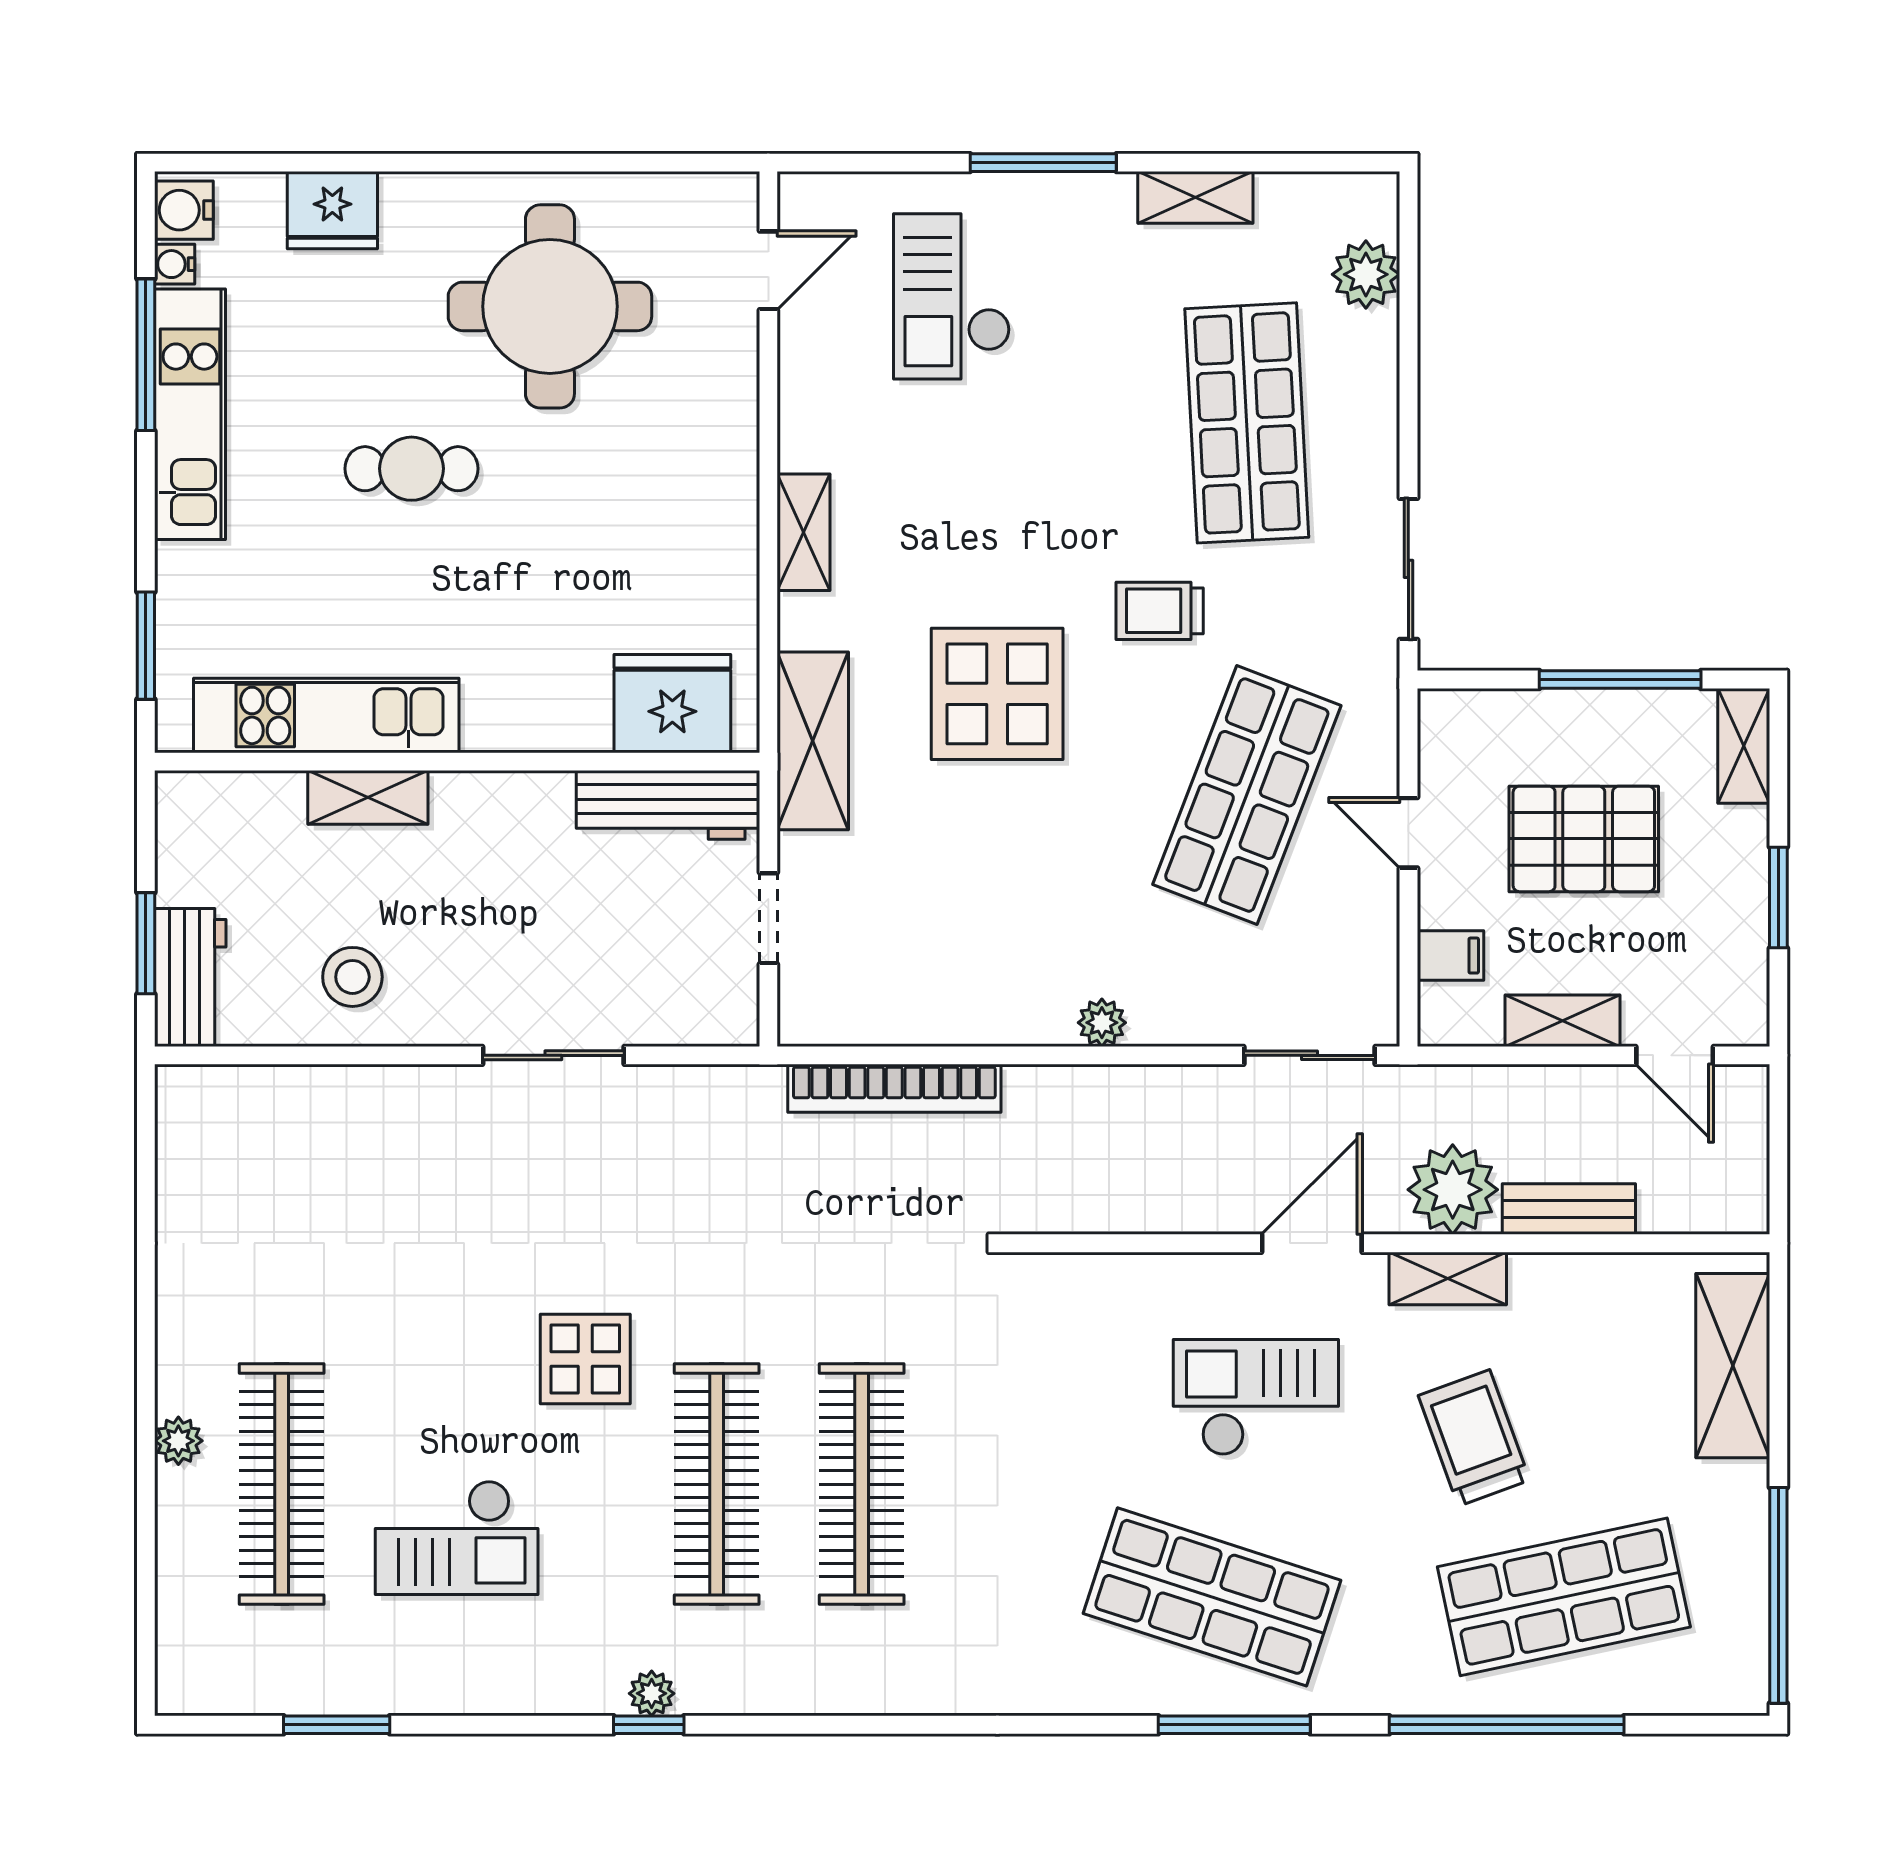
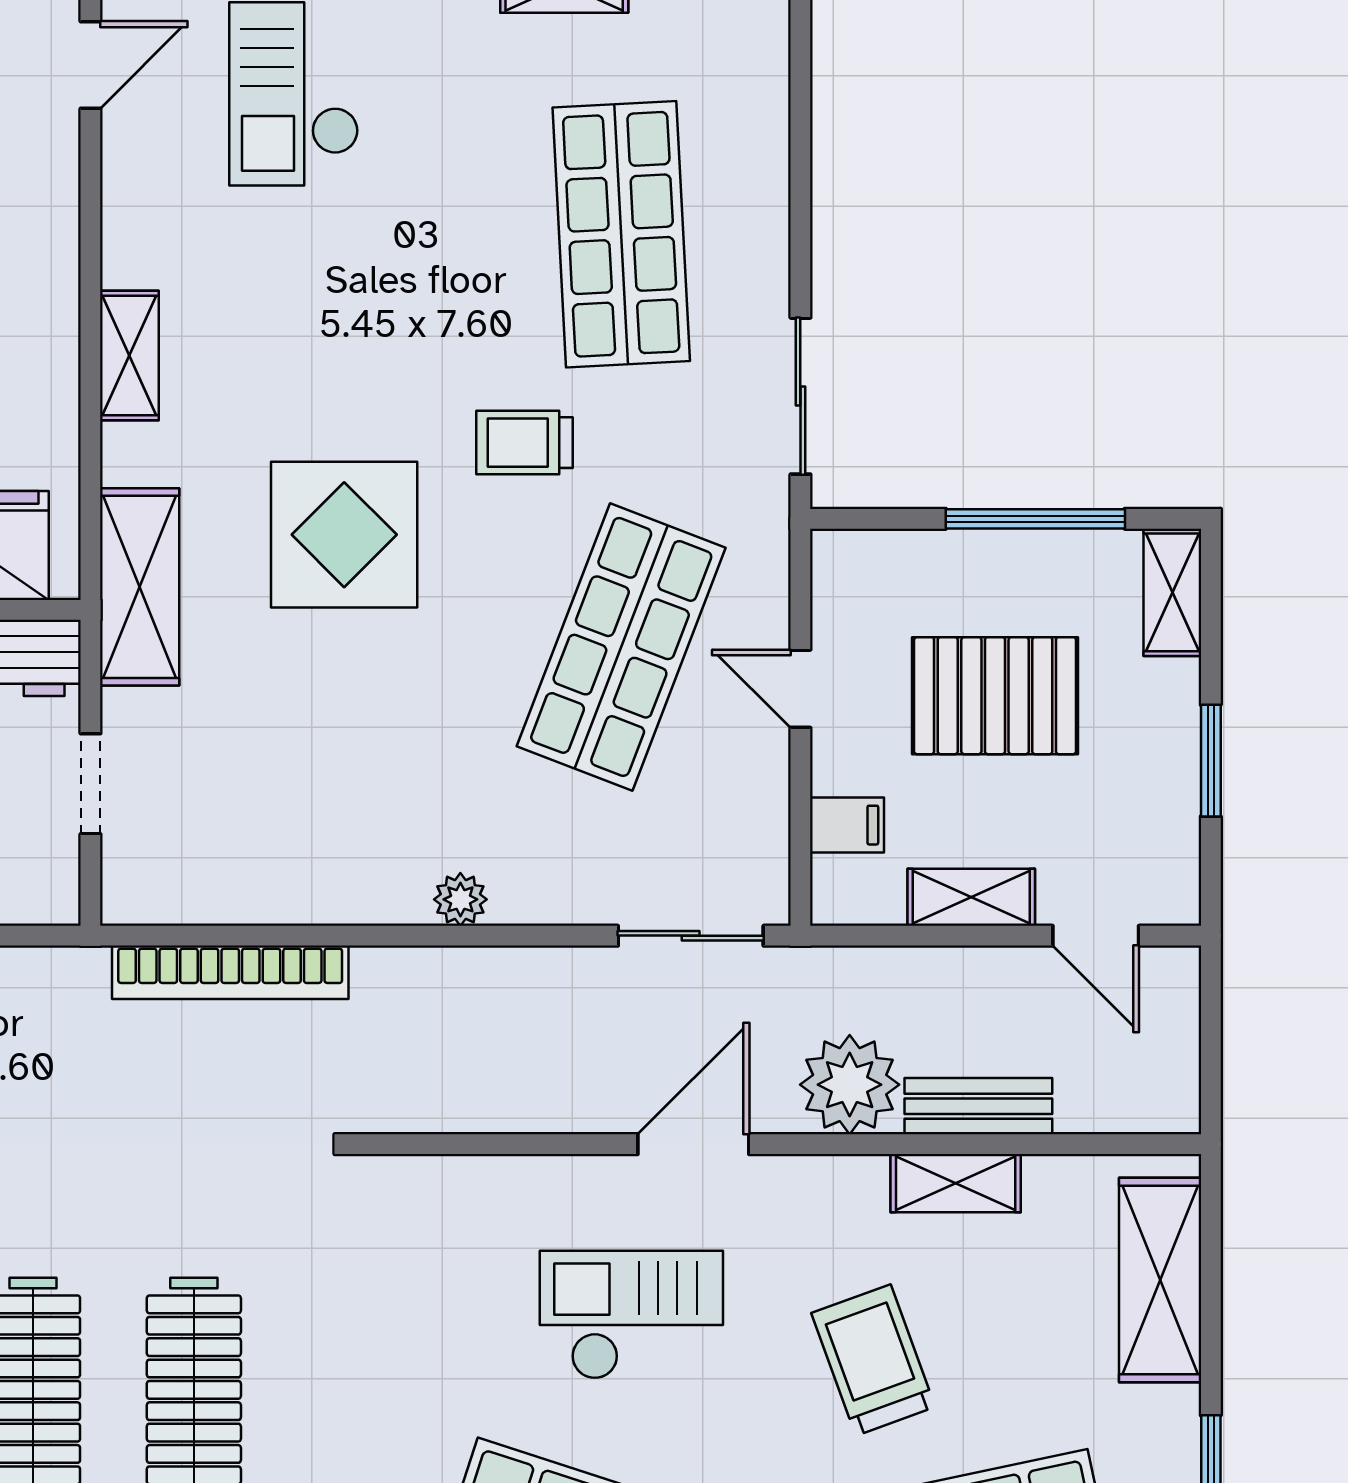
plant: (1366, 274) -> (753, 70), removed
shelving: (1448, 1278) -> (956, 1183), moved

